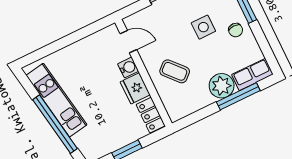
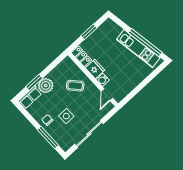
door: (128, 42) -> (107, 95), hinge flipped
window: (238, 96) -> (34, 82), width x0.69
window: (55, 124) -> (145, 43), moved

